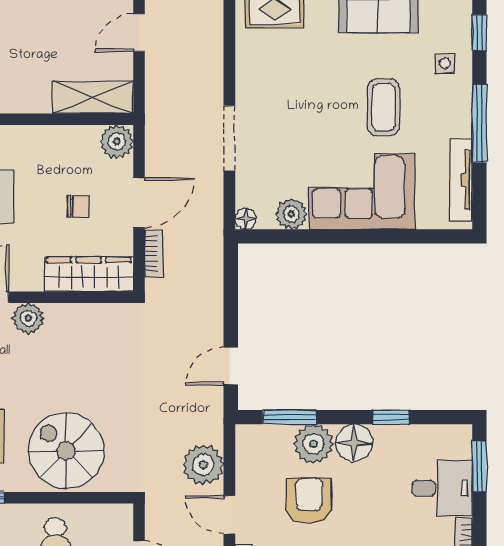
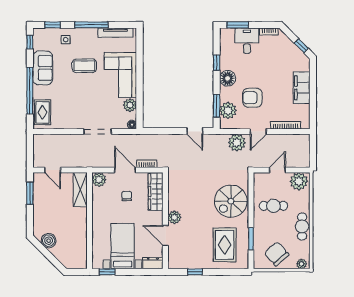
plant: (313, 444) -> (228, 110), moved

